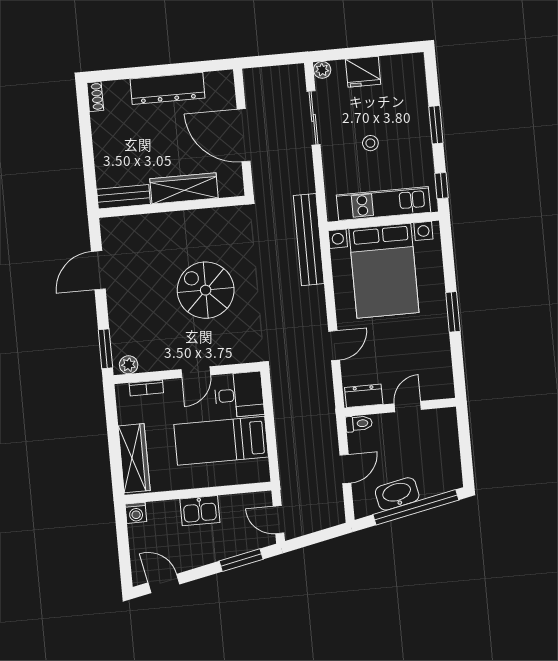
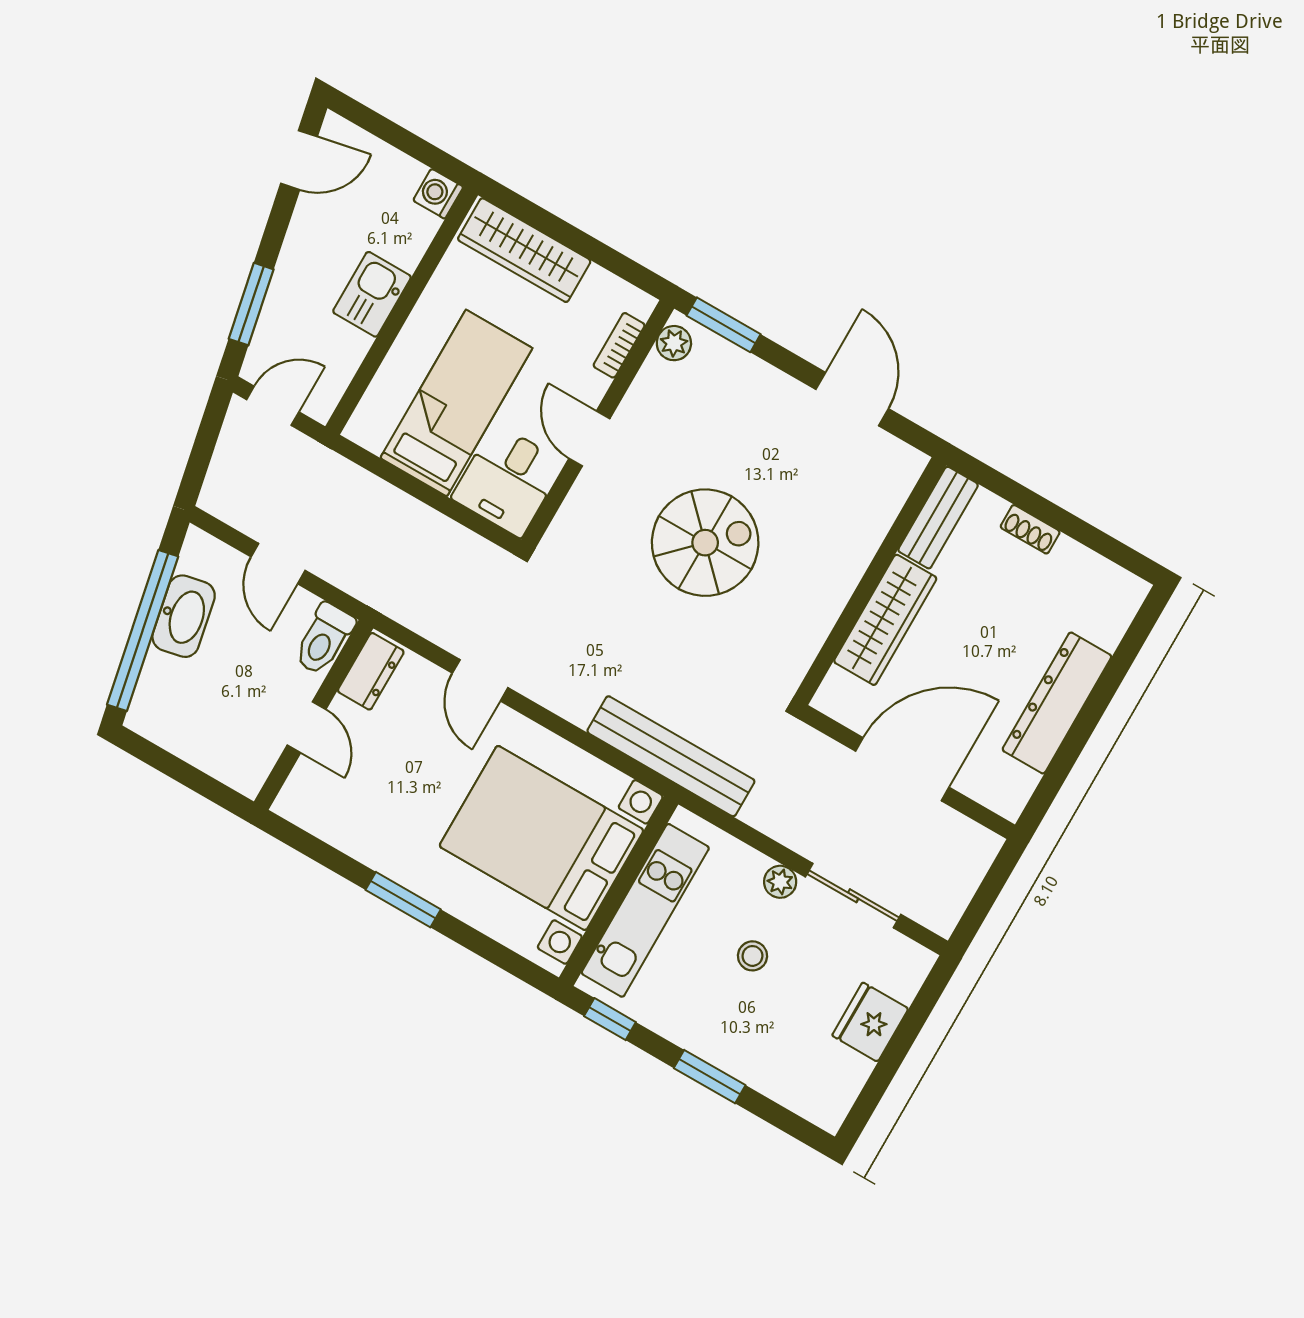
plant: (322, 70) -> (780, 882), moved
shoe rack: (95, 97) -> (1030, 529), moved
toilet: (359, 424) -> (324, 639), width x1.37, depth x1.39

